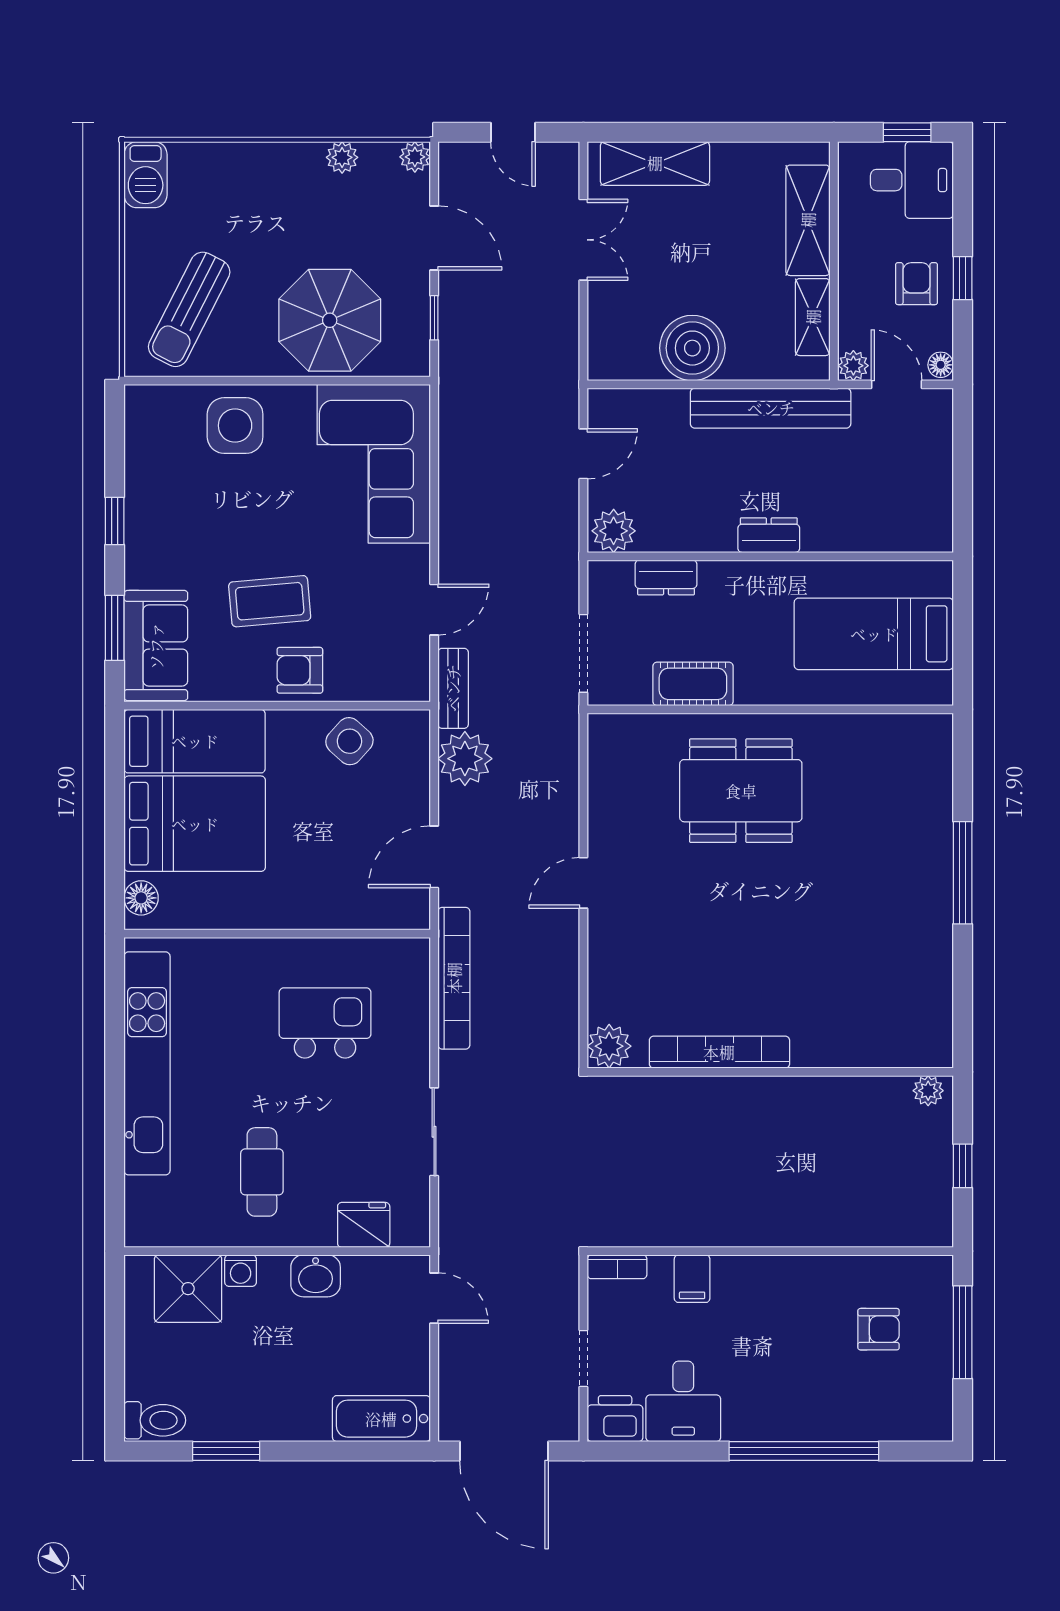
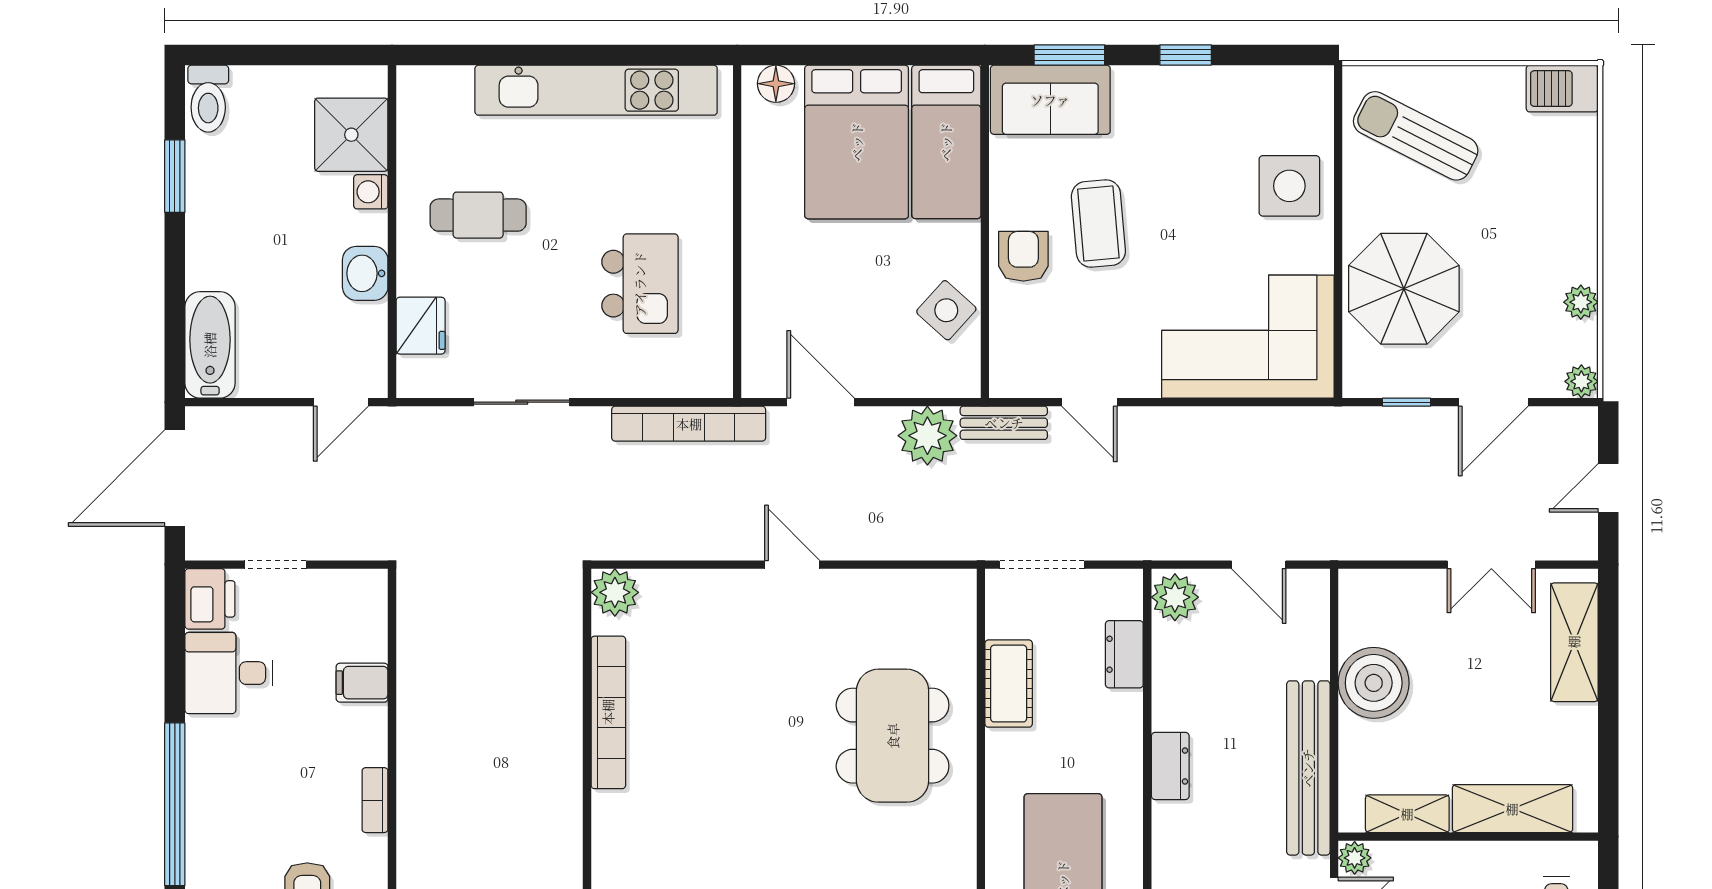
bookcase: (617, 1267) -> (375, 800), moved

